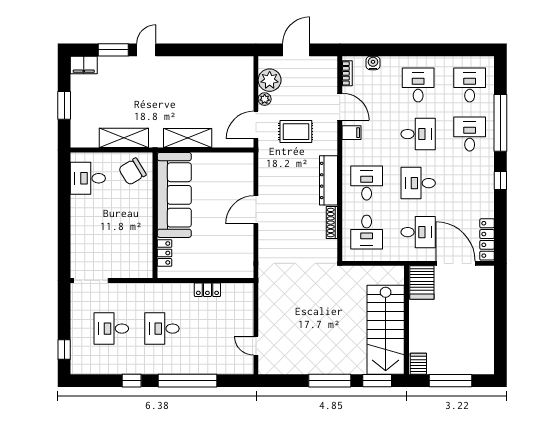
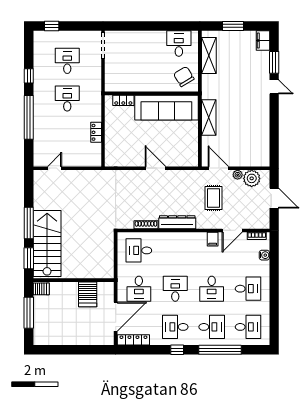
shelving: (124, 138) -> (209, 55), moved
desk: (367, 183) -> (175, 327), moved, turned 180
server rack: (422, 283) -> (88, 294), moved, turned -90
stairs: (386, 330) -> (47, 244), moved, turned 90

